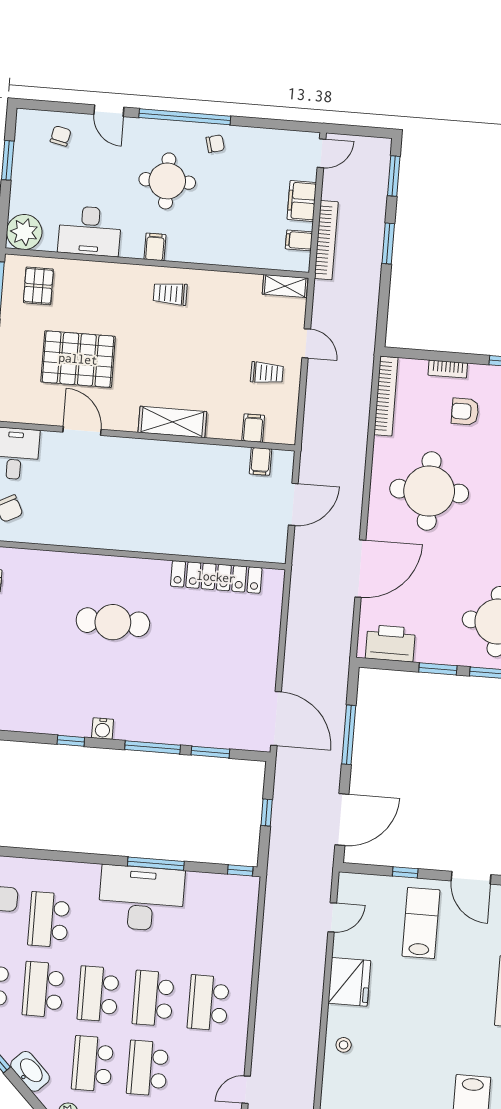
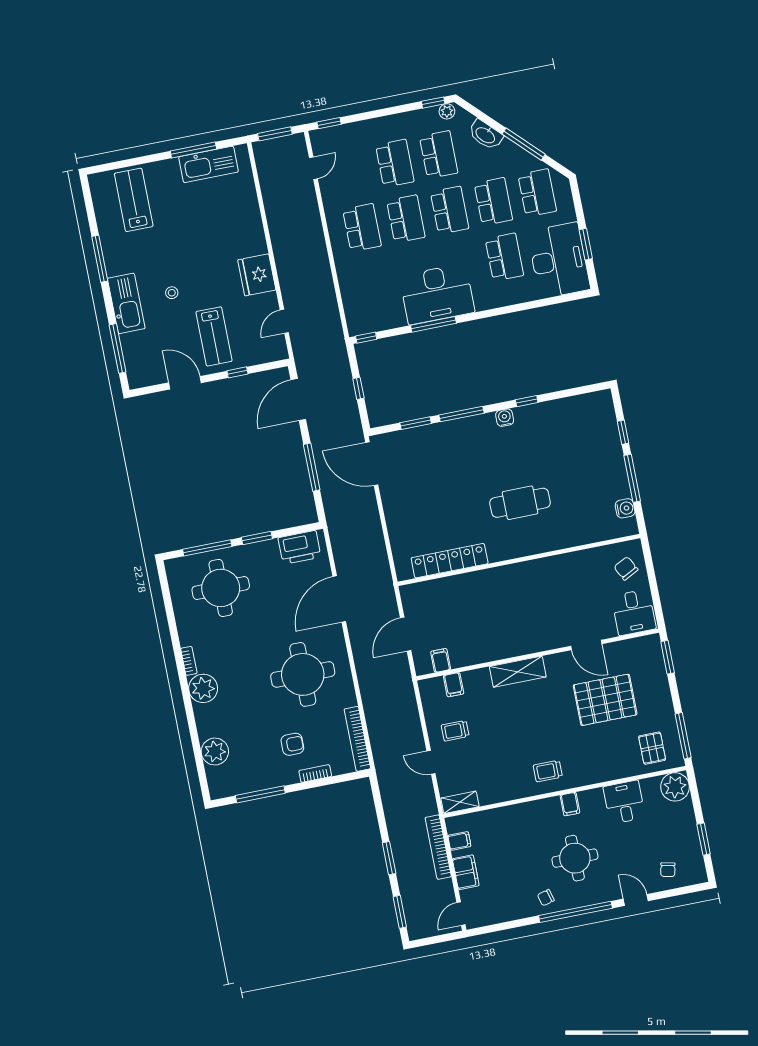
desk: (90, 231) -> (624, 802), width x0.73
trolley: (170, 294) -> (548, 771), turned 180
stool: (344, 1045) -> (172, 293), moved

